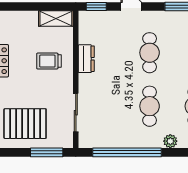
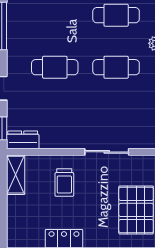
dresser: (86, 59) -> (23, 140), moved
sliding door: (76, 113) -> (107, 152), moved

